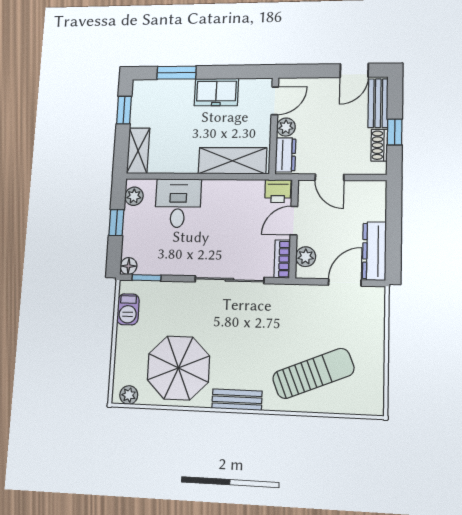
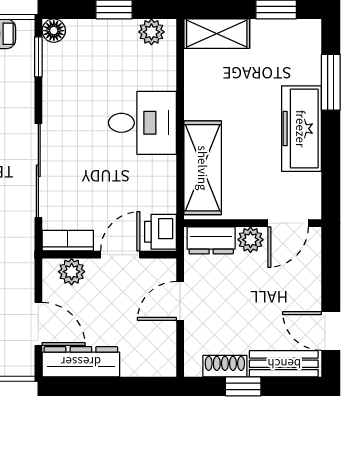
freezer: (216, 92) -> (301, 129), width x1.40
door: (275, 101) -> (288, 223), hinge flipped
desk: (178, 203) -> (142, 123), moved
door: (294, 221) -> (120, 255), hinge flipped

